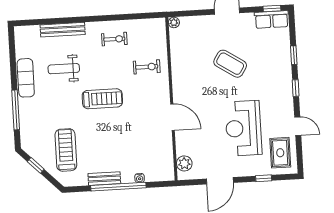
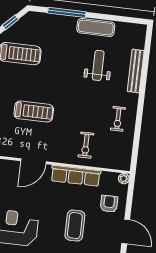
armchair: (202, 33) -> (109, 204), added
coffee table: (230, 64) -> (75, 226), turned -33
row of seats: (179, 72) -> (76, 176), added
treadmill: (102, 99) -> (34, 111), moved, turned -90

